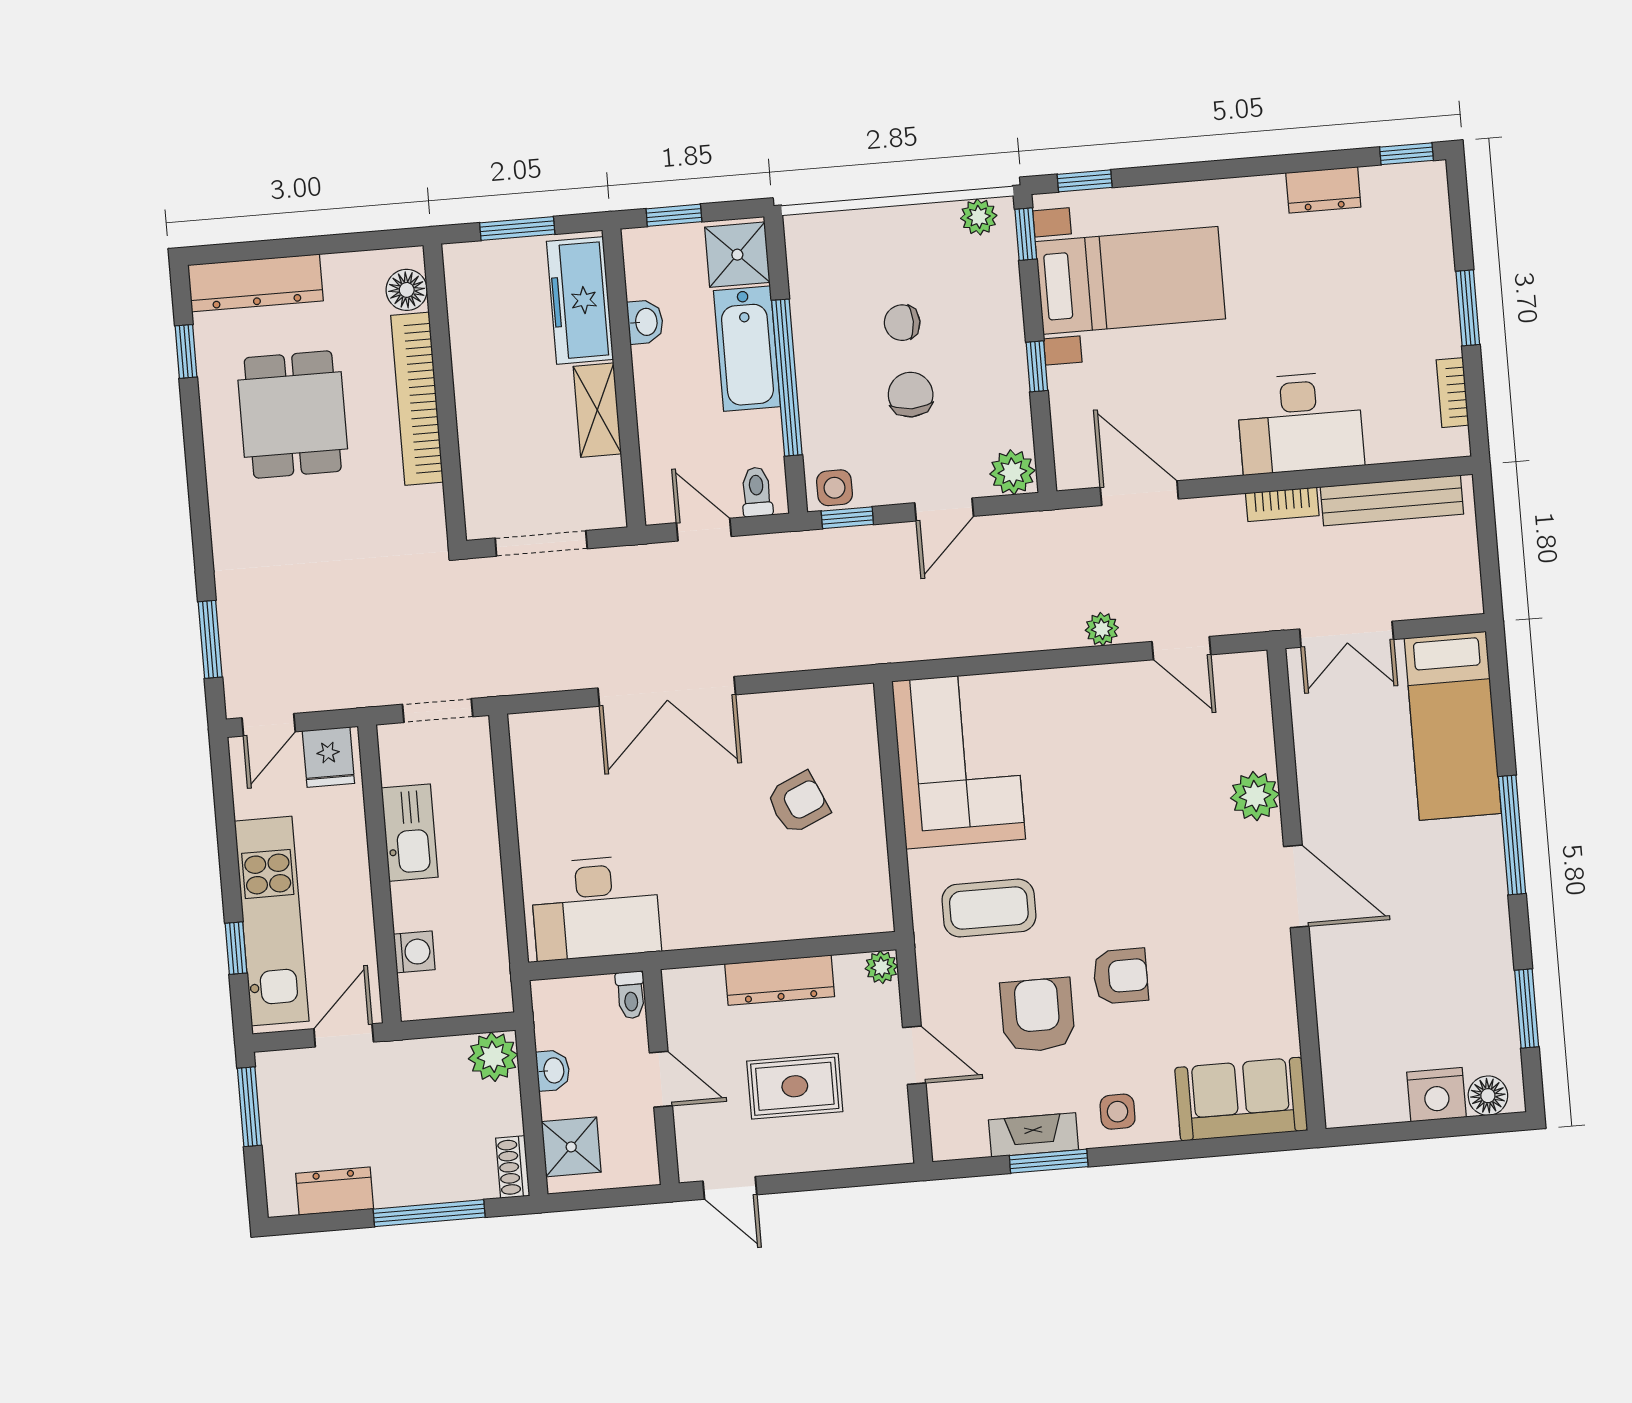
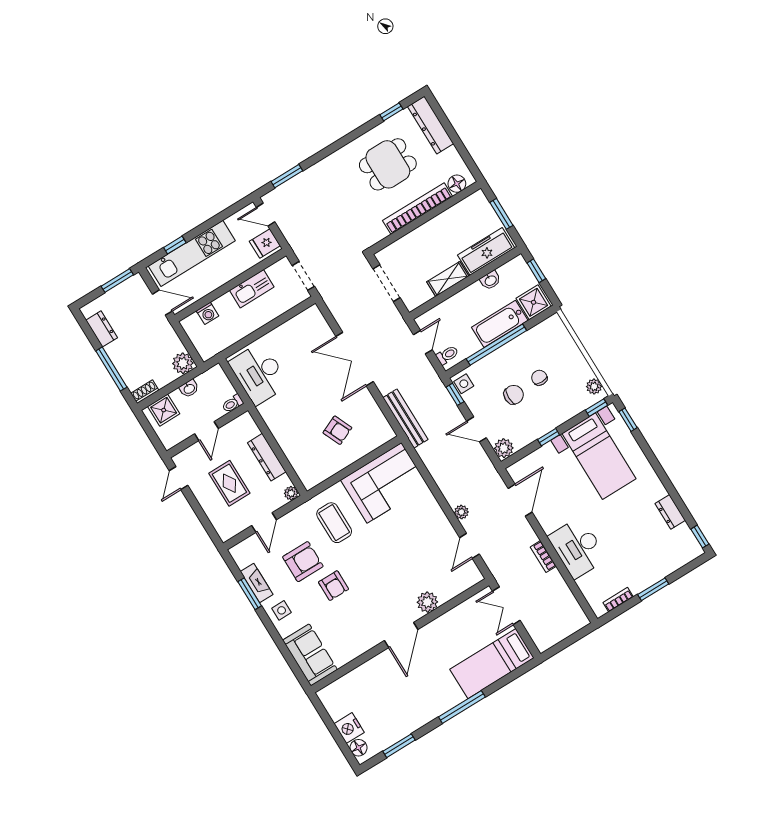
bench: (1392, 500) -> (405, 419), moved

